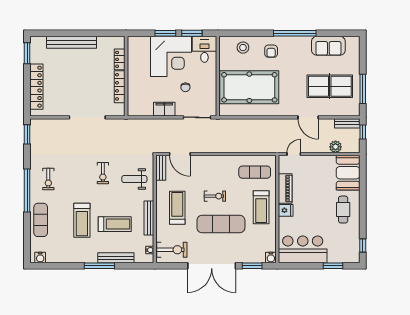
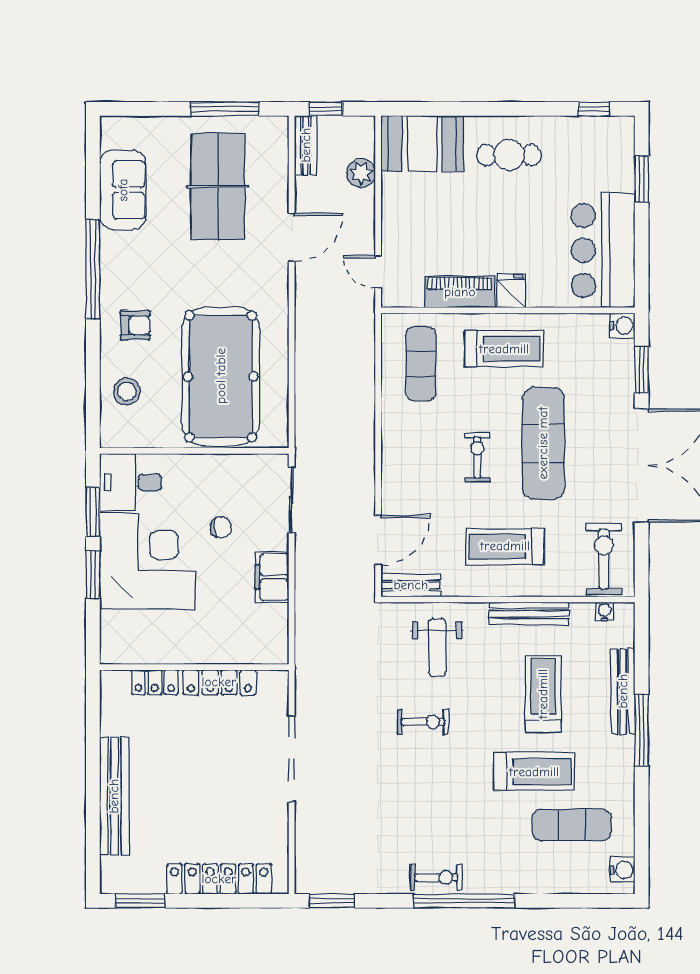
exercise bike: (48, 179) -> (436, 877), moved
exercise mat: (41, 220) -> (572, 825), moved

